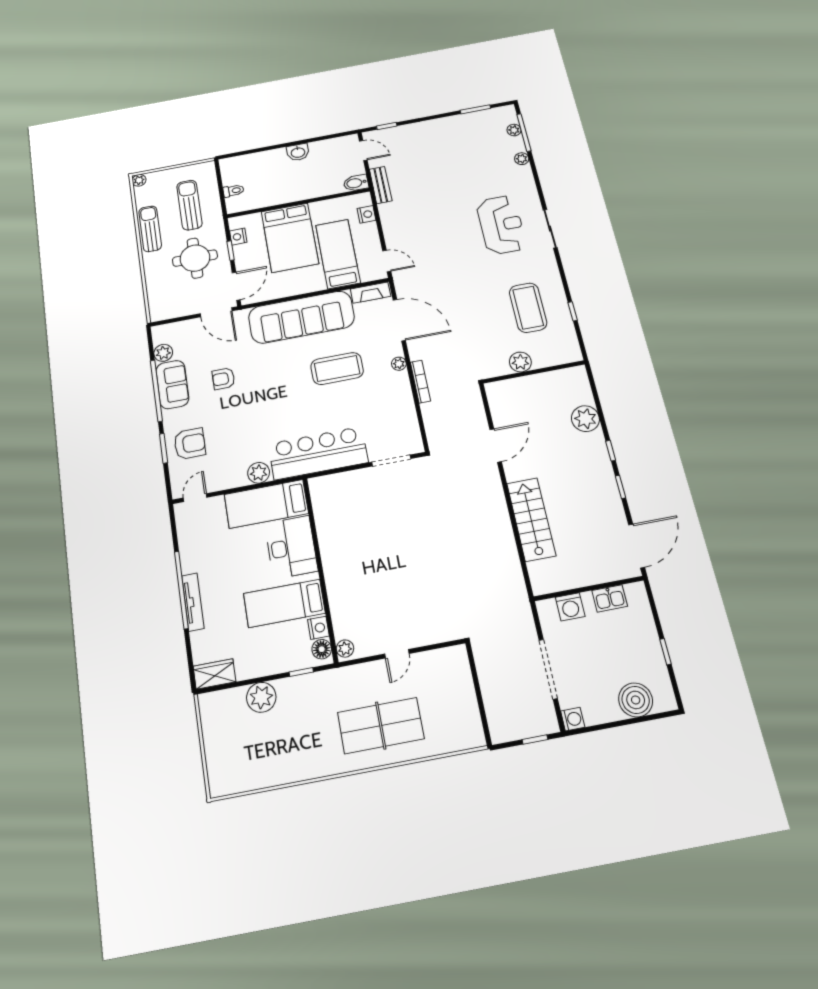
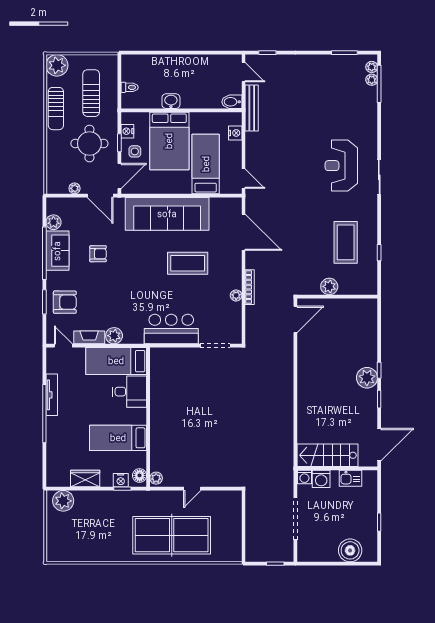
washbasin: (298, 152) -> (171, 101), moved, turned 180
plant: (522, 159) -> (372, 67), moved
plant: (139, 180) -> (57, 65), width x1.87, depth x1.87
bench: (381, 185) -> (252, 108), width x1.36
reception desk: (501, 225) -> (341, 166), turned 180
sun lounger: (150, 229) -> (56, 109), turned 180
side table: (251, 256) -> (135, 151), added
fireplace: (370, 293) -> (89, 337), moved, turned 180
plant: (184, 310) -> (75, 188), added
plant: (399, 364) -> (236, 295), moved
armchair: (223, 379) -> (98, 254), turned 180
plant: (585, 419) -> (367, 378), moved
door: (496, 445) -> (295, 319), moved
bar counter: (318, 453) -> (171, 329), width x0.73
door: (195, 498) -> (63, 346), hinge flipped
stairs: (531, 519) -> (327, 455), moved, turned -90
desk: (291, 547) -> (130, 392), width x0.73
tv unit: (193, 602) -> (52, 395), moved
nightstand: (318, 628) -> (121, 480), moved, turned 90
wardrobe: (214, 674) -> (85, 479), moved
plant: (261, 697) -> (63, 501), moved
washing machine: (573, 719) -> (304, 477), moved, turned 90
table tennis table: (381, 726) -> (172, 535), width x1.36, depth x1.32

